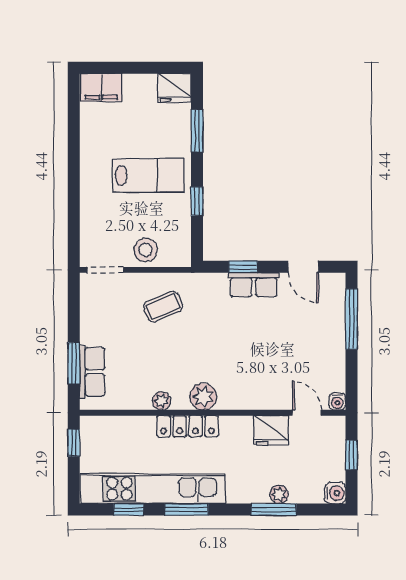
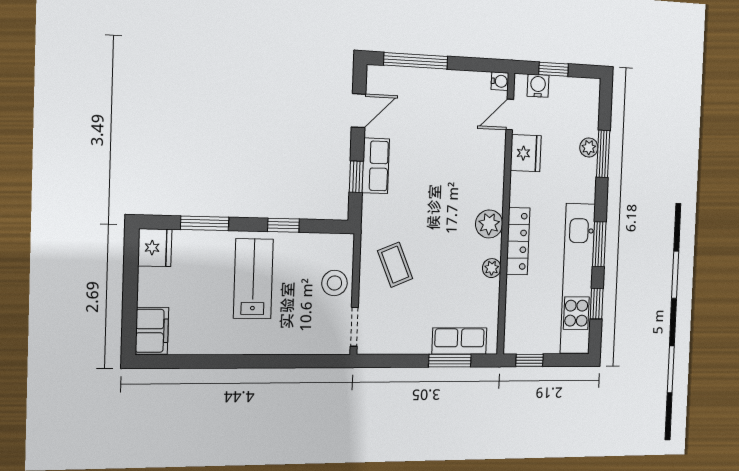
water cooler: (335, 493) -> (538, 86), moved

